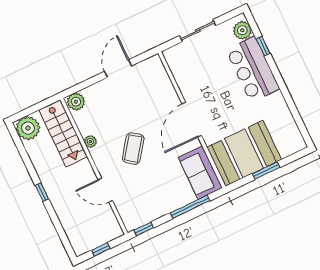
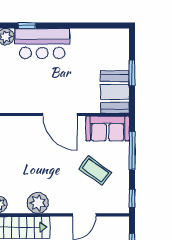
plant: (90, 141) -> (38, 203), width x1.87, depth x1.87
coffee table: (133, 149) -> (95, 170), moved
booth: (244, 153) -> (115, 92), width x0.73, depth x0.70

